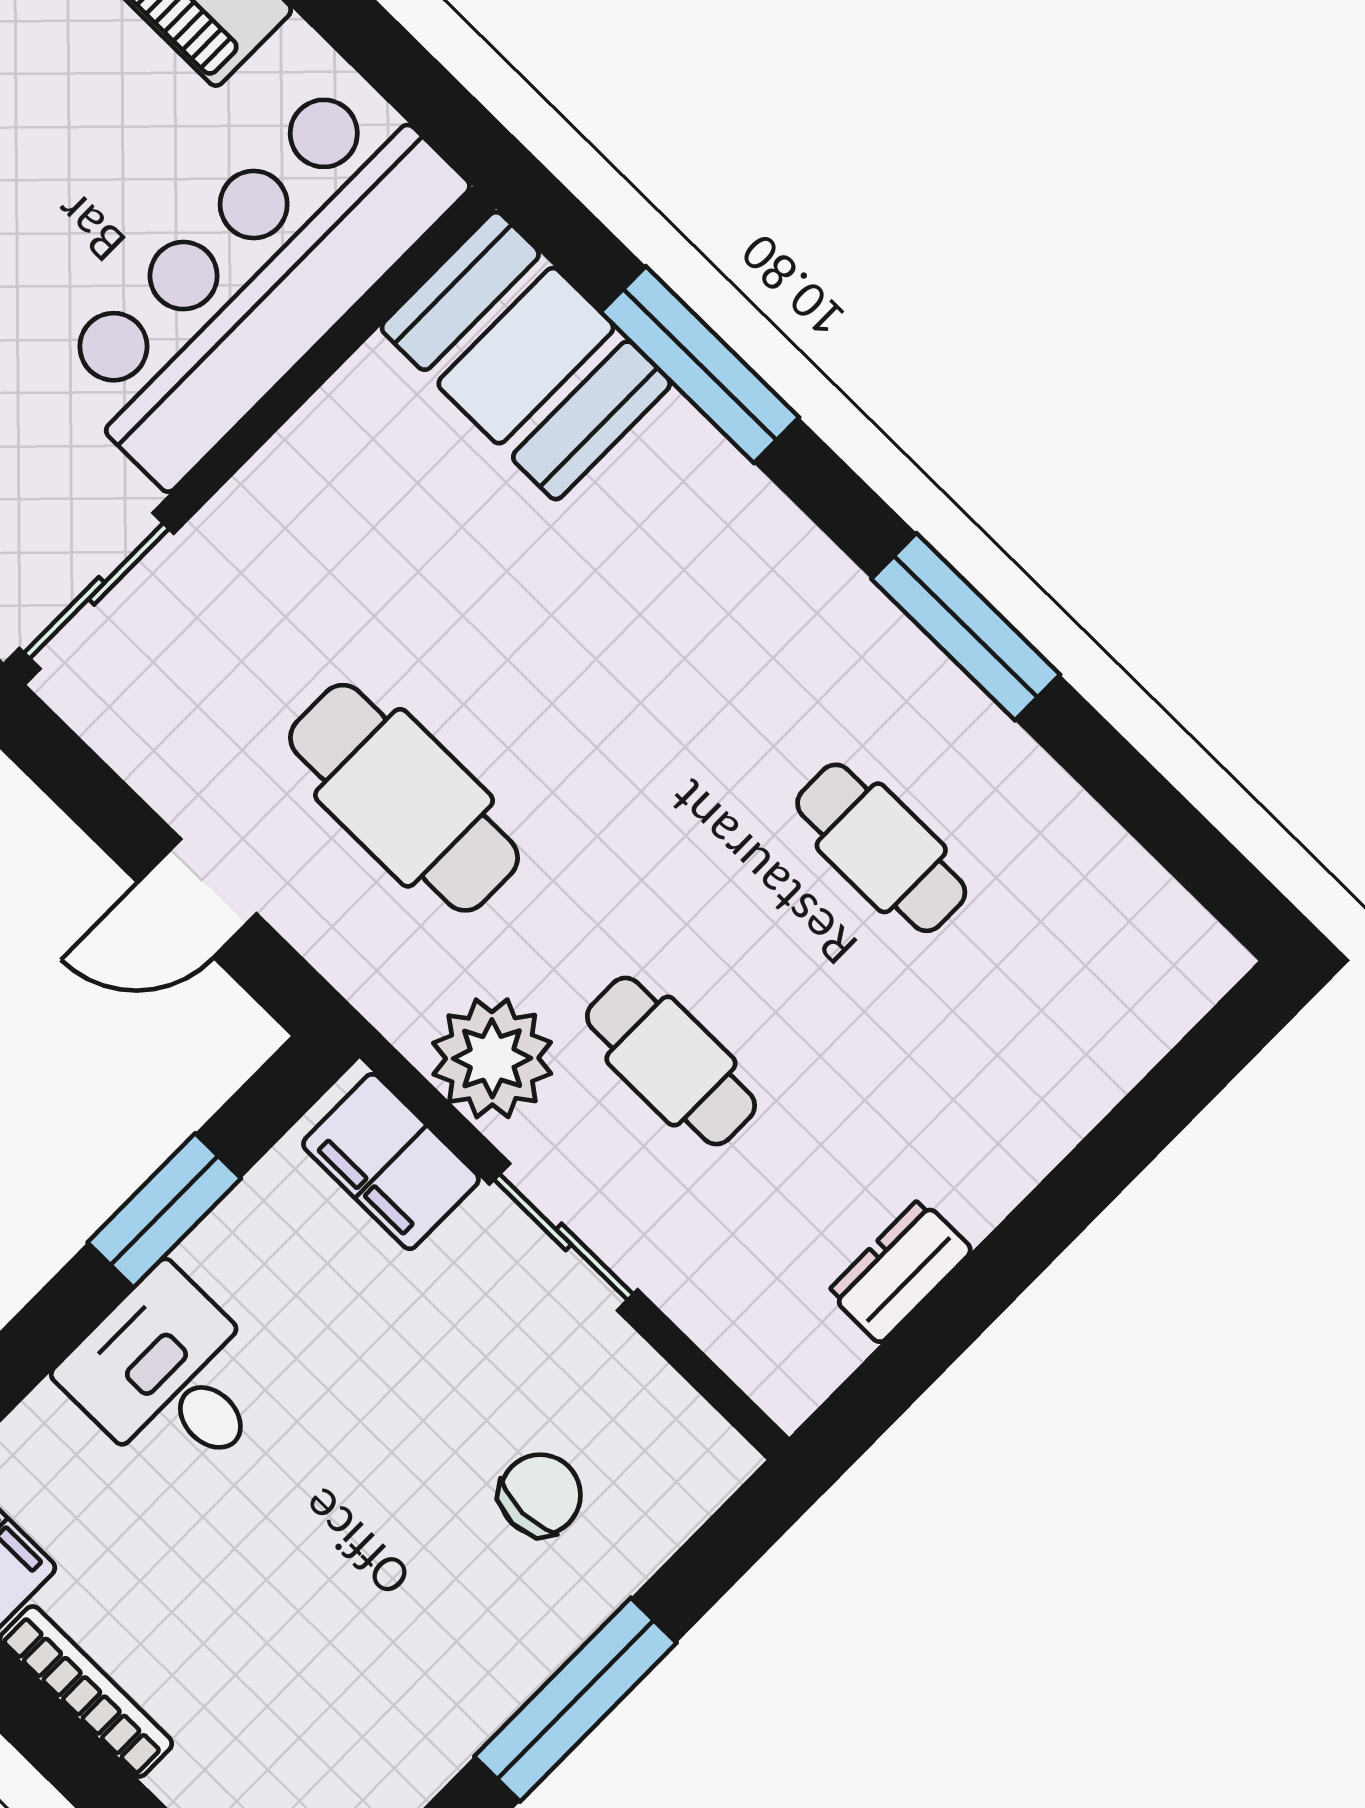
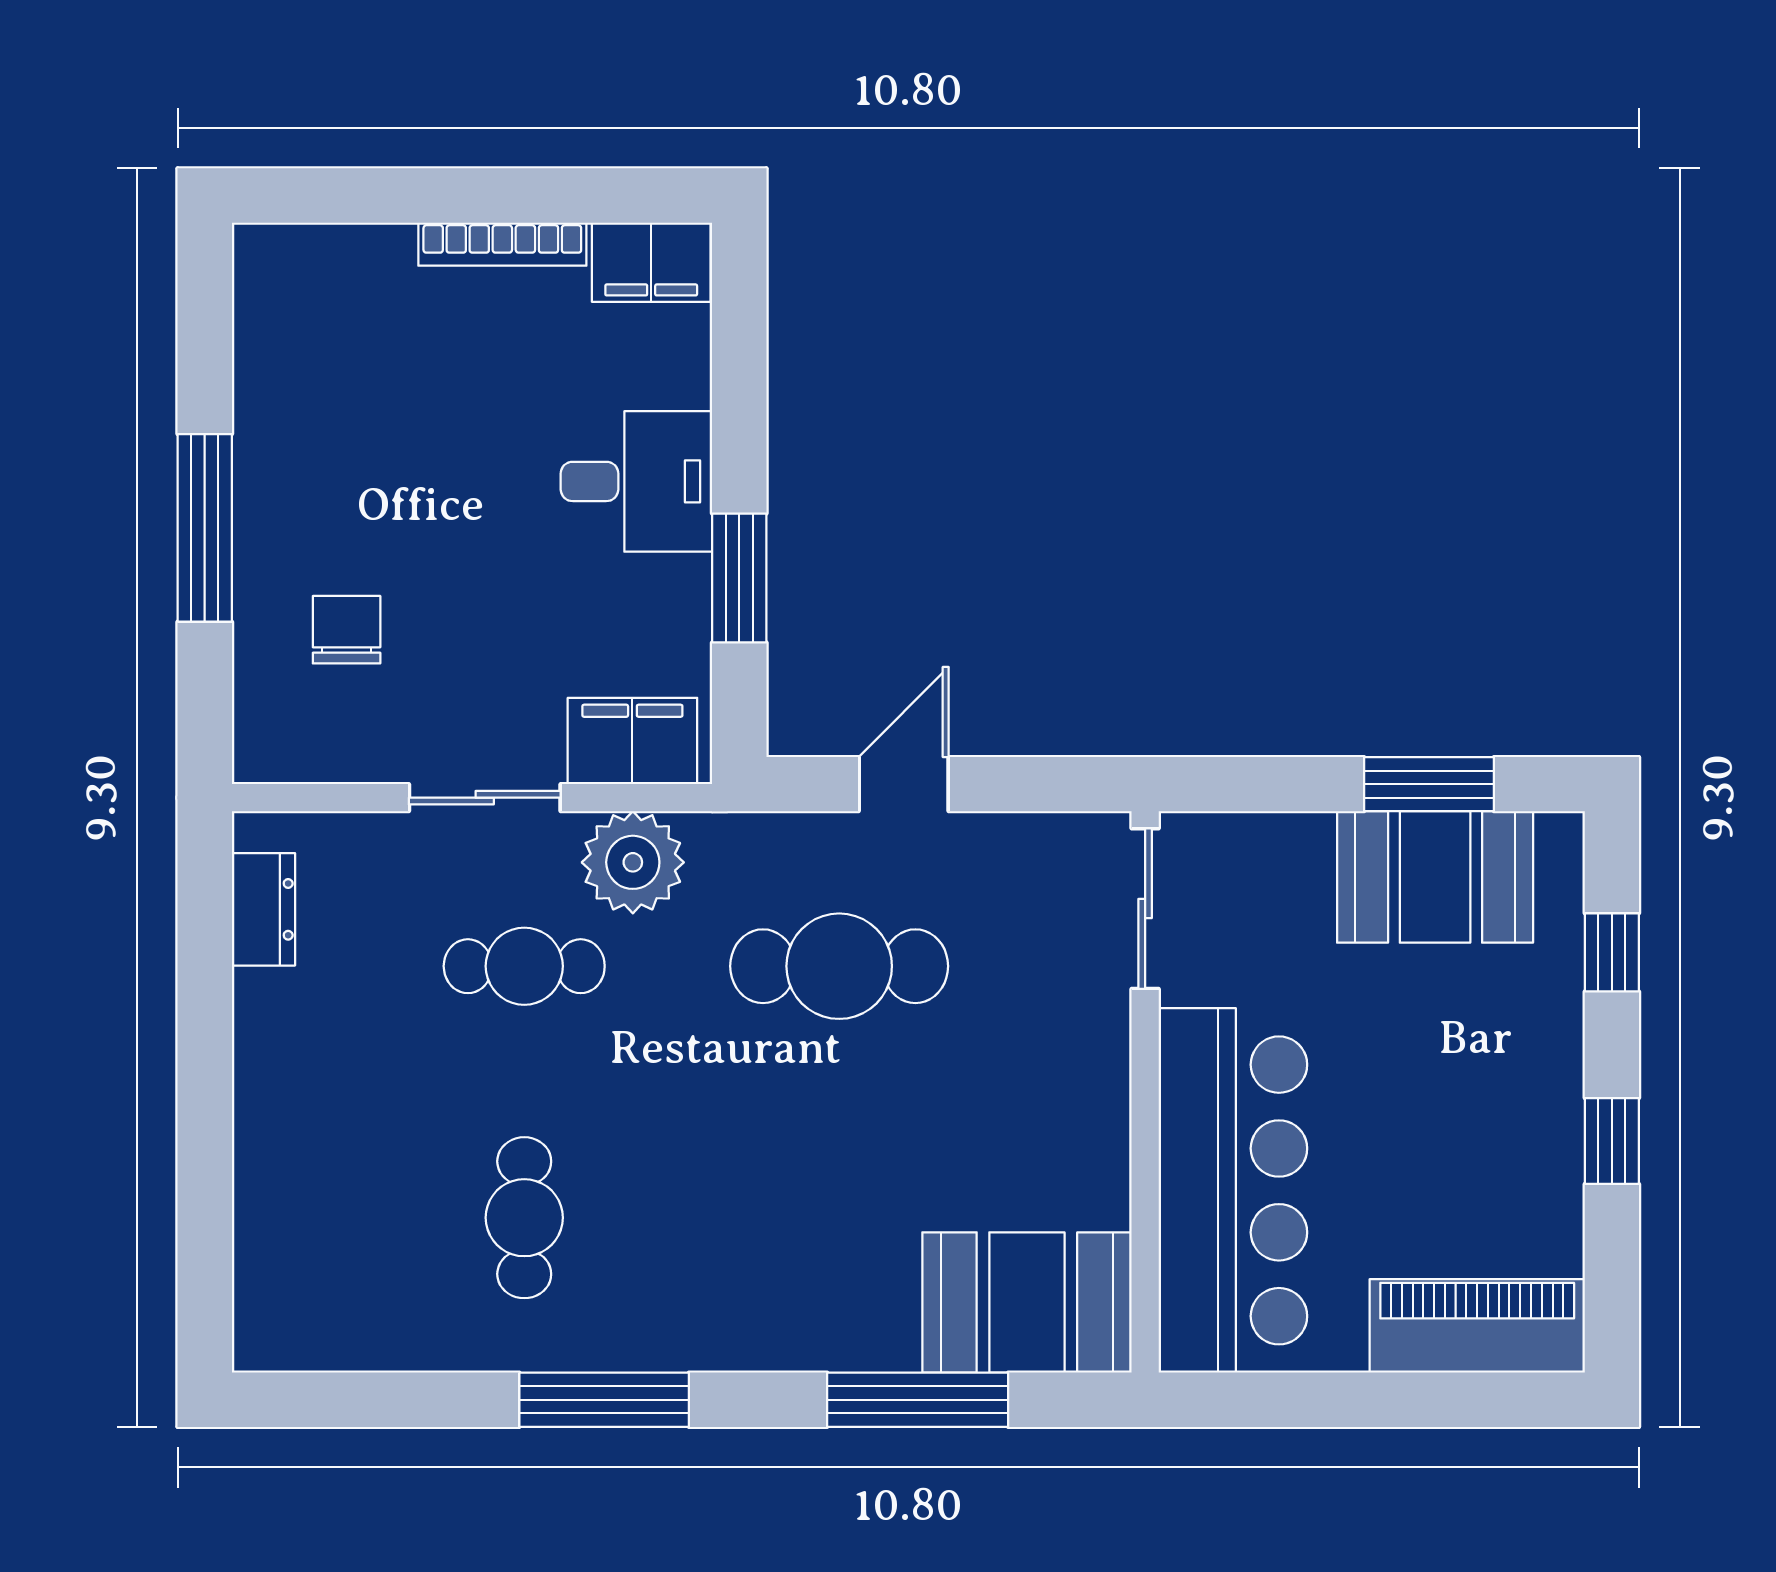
cafe table: (881, 848) -> (524, 1218), turned 90
dresser: (900, 1271) -> (263, 909), moved
chair: (540, 1495) -> (347, 630), turned 180

